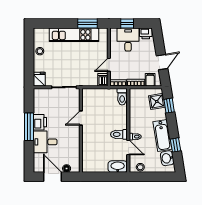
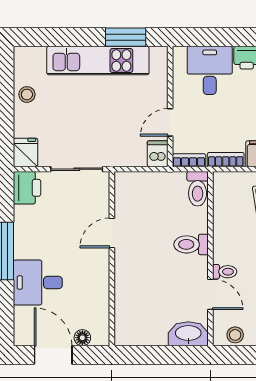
window: (127, 24) -> (208, 37), removed
printer: (40, 122) -> (27, 188), moved
toilet: (119, 134) -> (191, 244), moved

